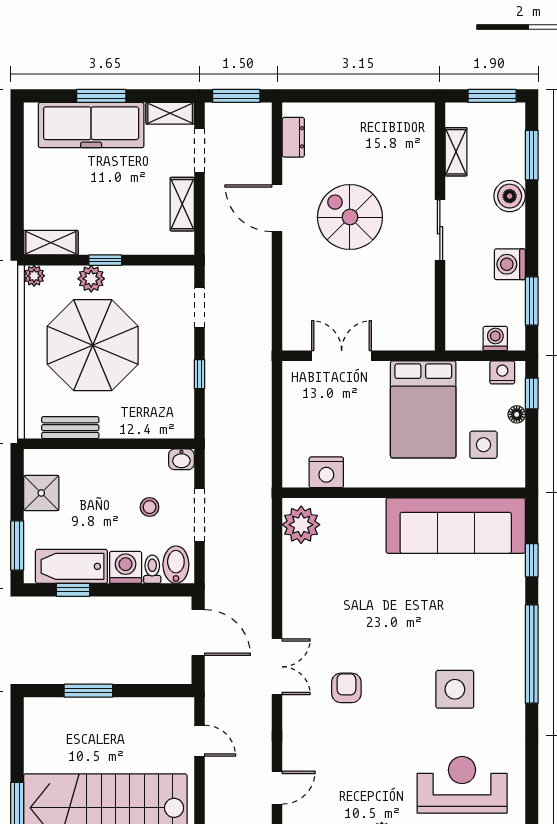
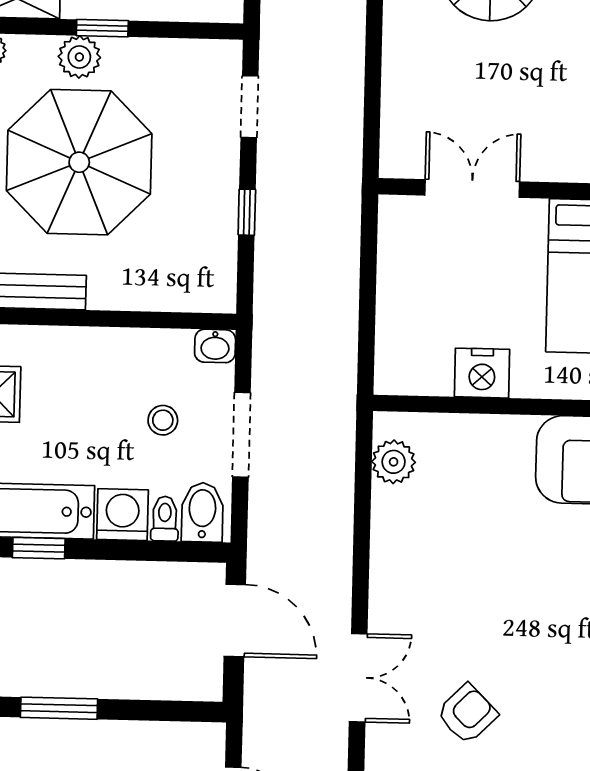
nightstand: (326, 472) -> (482, 373), moved
plant: (301, 525) -> (394, 462), width x0.73, depth x0.73
armchair: (346, 688) -> (467, 714), turned 45

